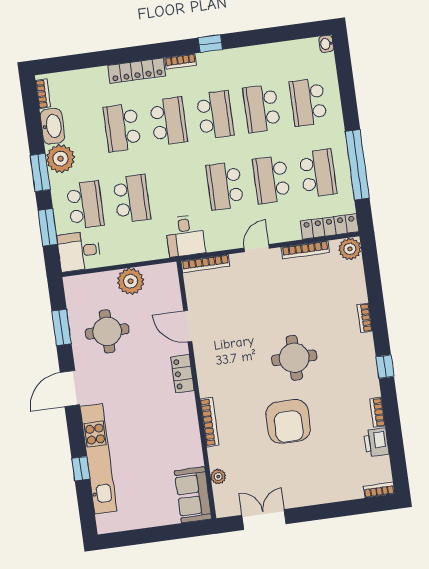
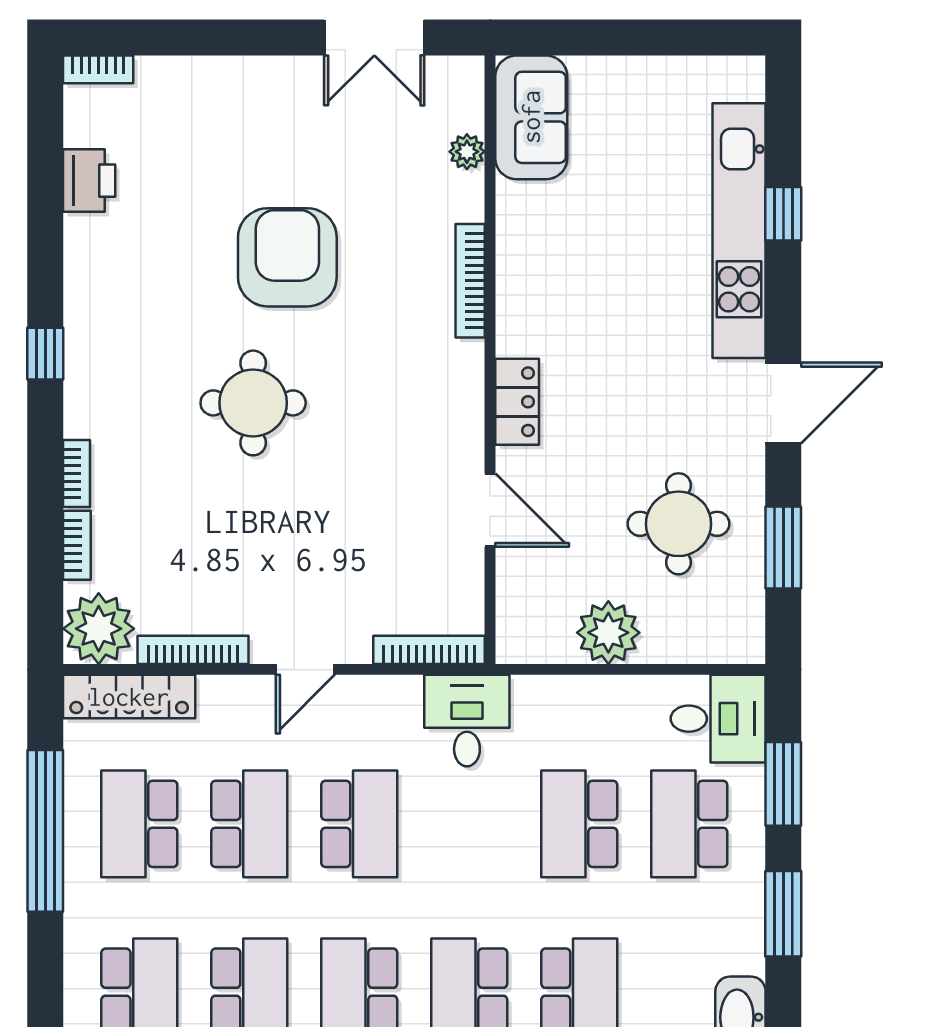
plant: (60, 159) -> (732, 939), removed
plant: (350, 249) -> (99, 629), width x1.36, depth x1.36
bookcase: (378, 412) -> (77, 545), moved

